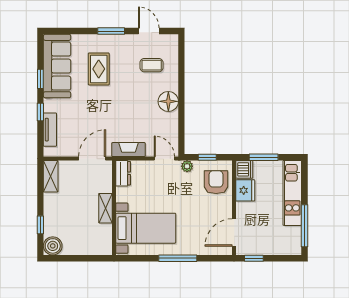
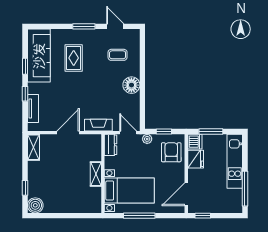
dresser: (123, 173) -> (111, 145), moved
shelving: (105, 208) -> (96, 174), moved
wall: (114, 208) -> (103, 174), moved
bed with nightstands: (146, 228) -> (129, 191), moved

